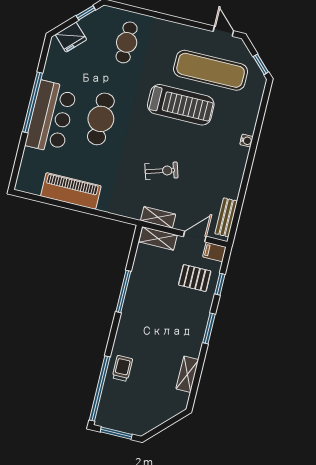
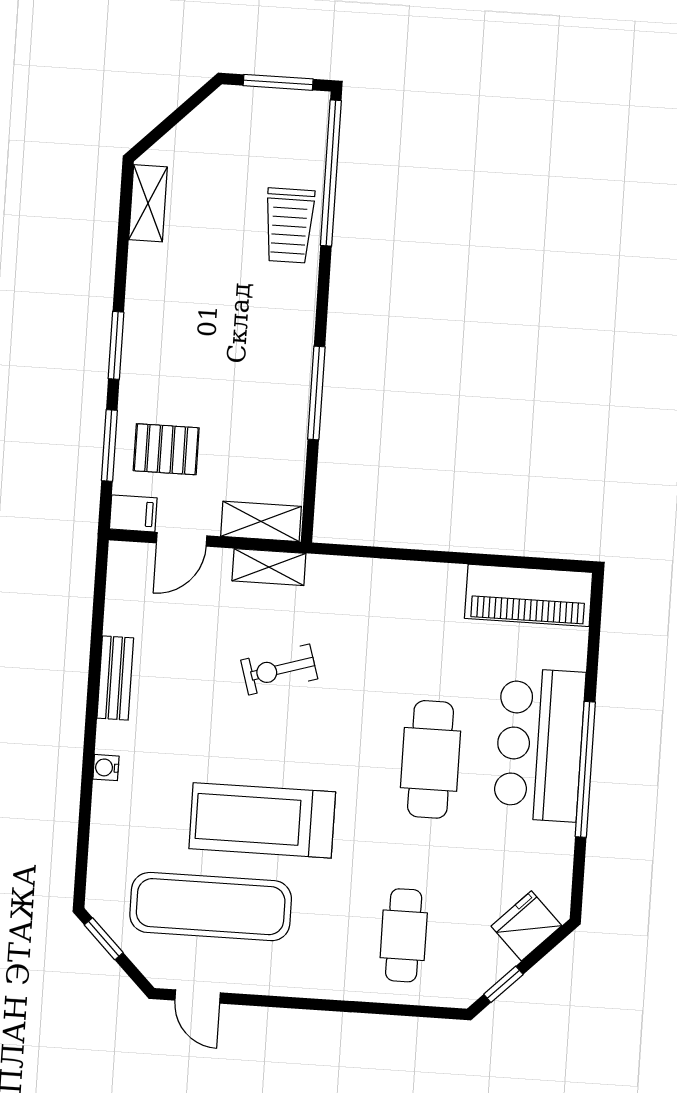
piano: (71, 191) -> (529, 595), moved
bench: (226, 217) -> (115, 678), moved
window: (220, 284) -> (109, 445), width x1.50
trolley: (122, 368) -> (289, 226), width x1.36, depth x1.39
shelving: (187, 374) -> (148, 203), moved

